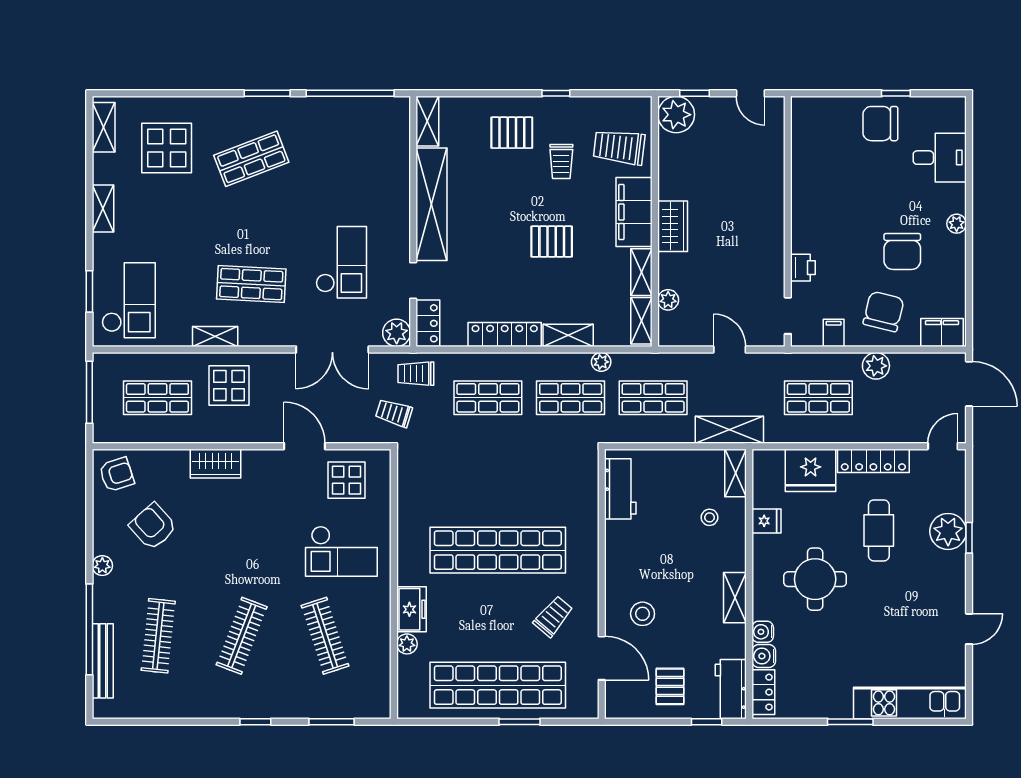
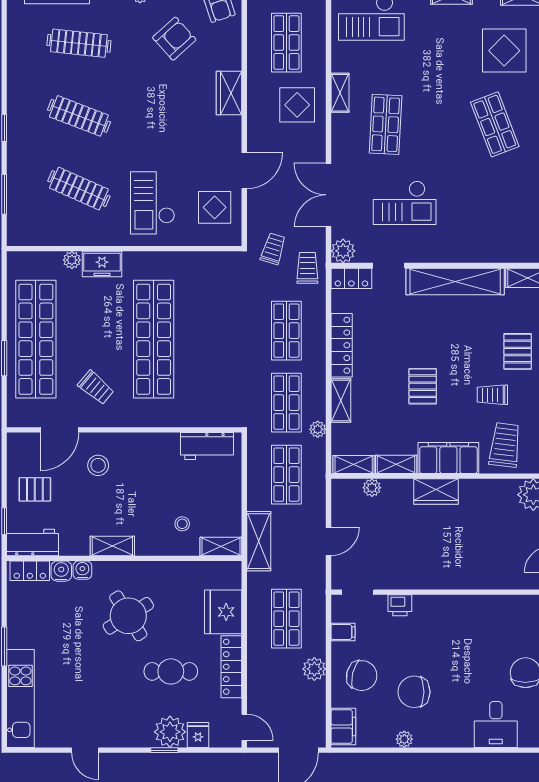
plant: (957, 224) -> (404, 739), moved
fridge: (767, 521) -> (198, 735), moved, turned 180
round table: (815, 579) -> (128, 616), turned -32
clothes rail: (325, 636) -> (79, 189), turned 42

